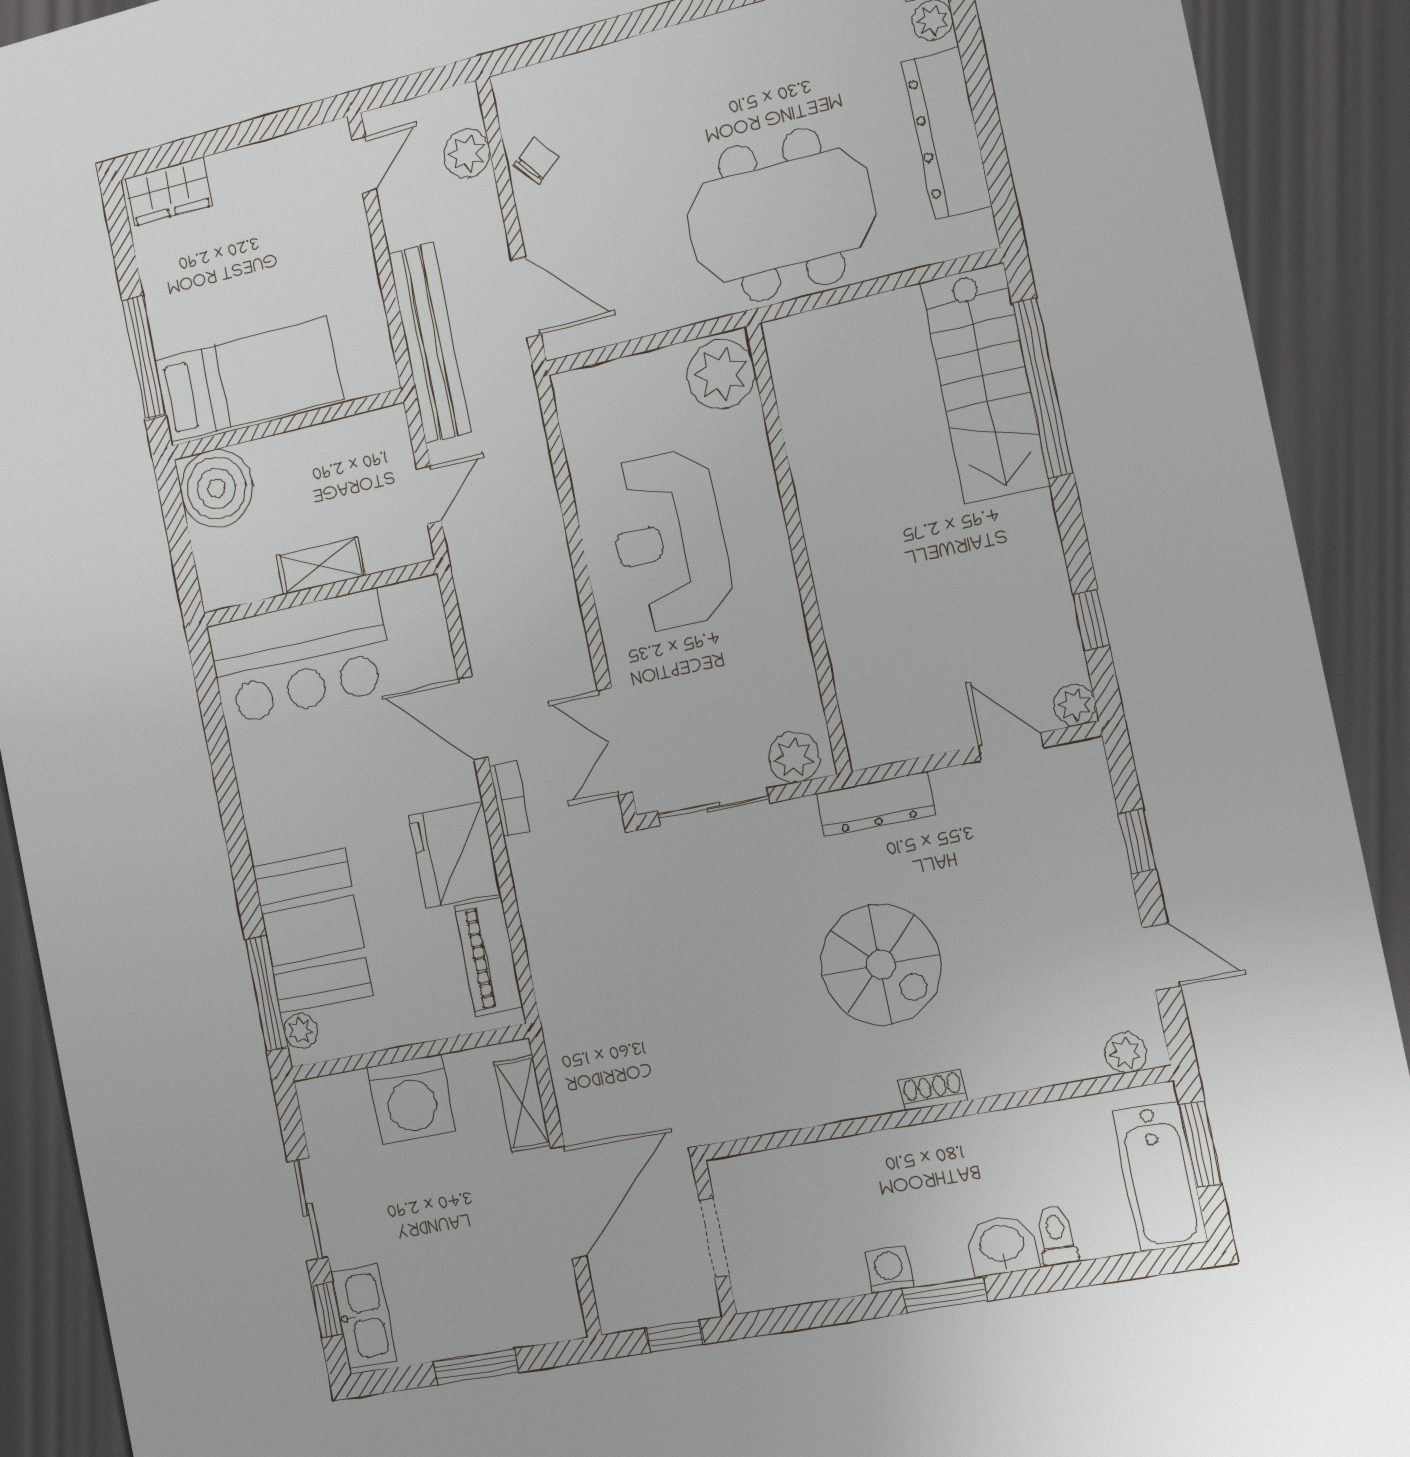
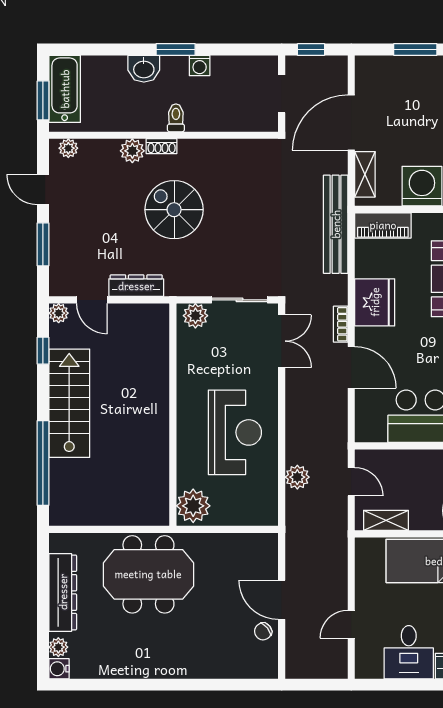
plant: (467, 153) -> (297, 477), moved
door: (364, 165) -> (351, 624), moved
desk: (260, 194) -> (409, 652), added
door: (526, 297) -> (282, 600), moved
bench: (429, 343) -> (336, 224), moved
stairs: (984, 383) -> (69, 403), moved
door: (429, 495) -> (351, 482), swing flipped
shelving: (320, 566) -> (386, 520), moved
dresser: (876, 804) -> (136, 286), moved
window: (1137, 841) -> (43, 244), width x1.50
piano: (489, 957) -> (383, 225), moved, turned 90
plant: (991, 1071) -> (132, 151), added
toilet: (1056, 1235) -> (176, 118), moved, turned 180

